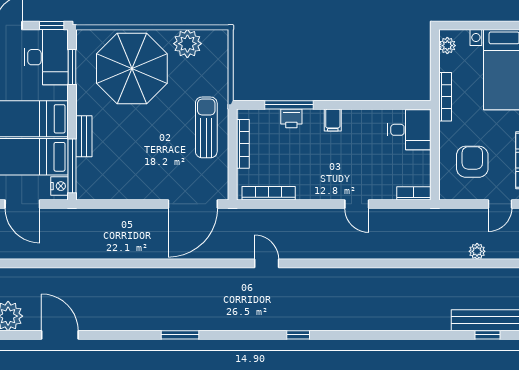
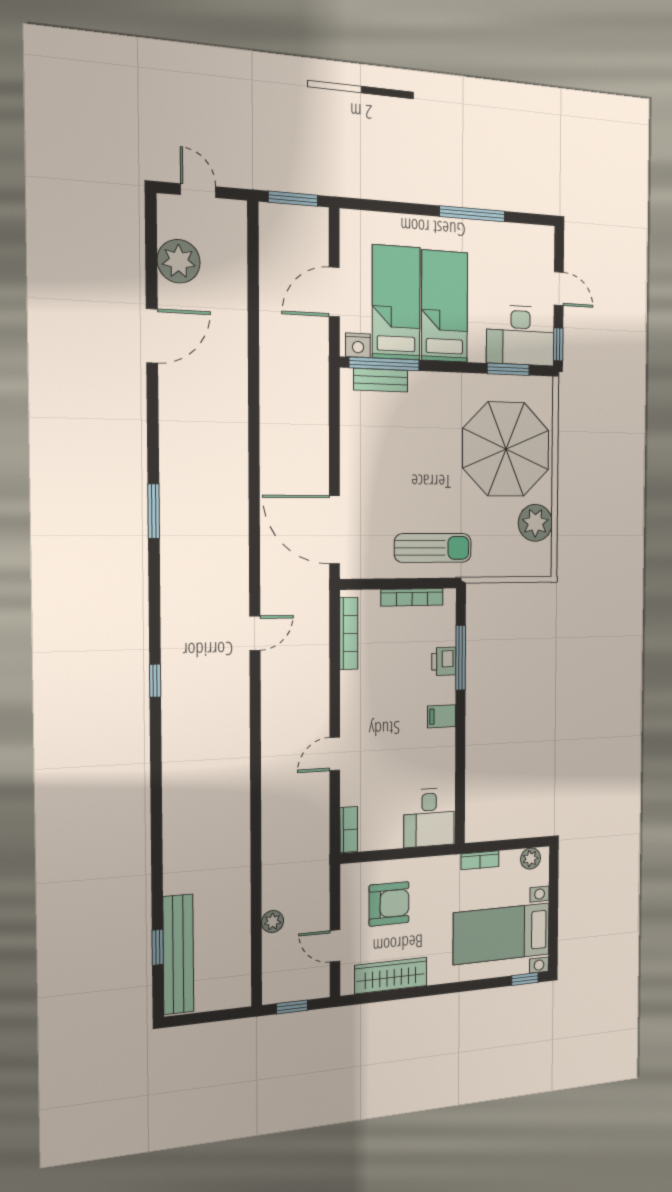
bookcase: (445, 97) -> (480, 860), width x0.64
bench: (84, 136) -> (381, 380), moved

